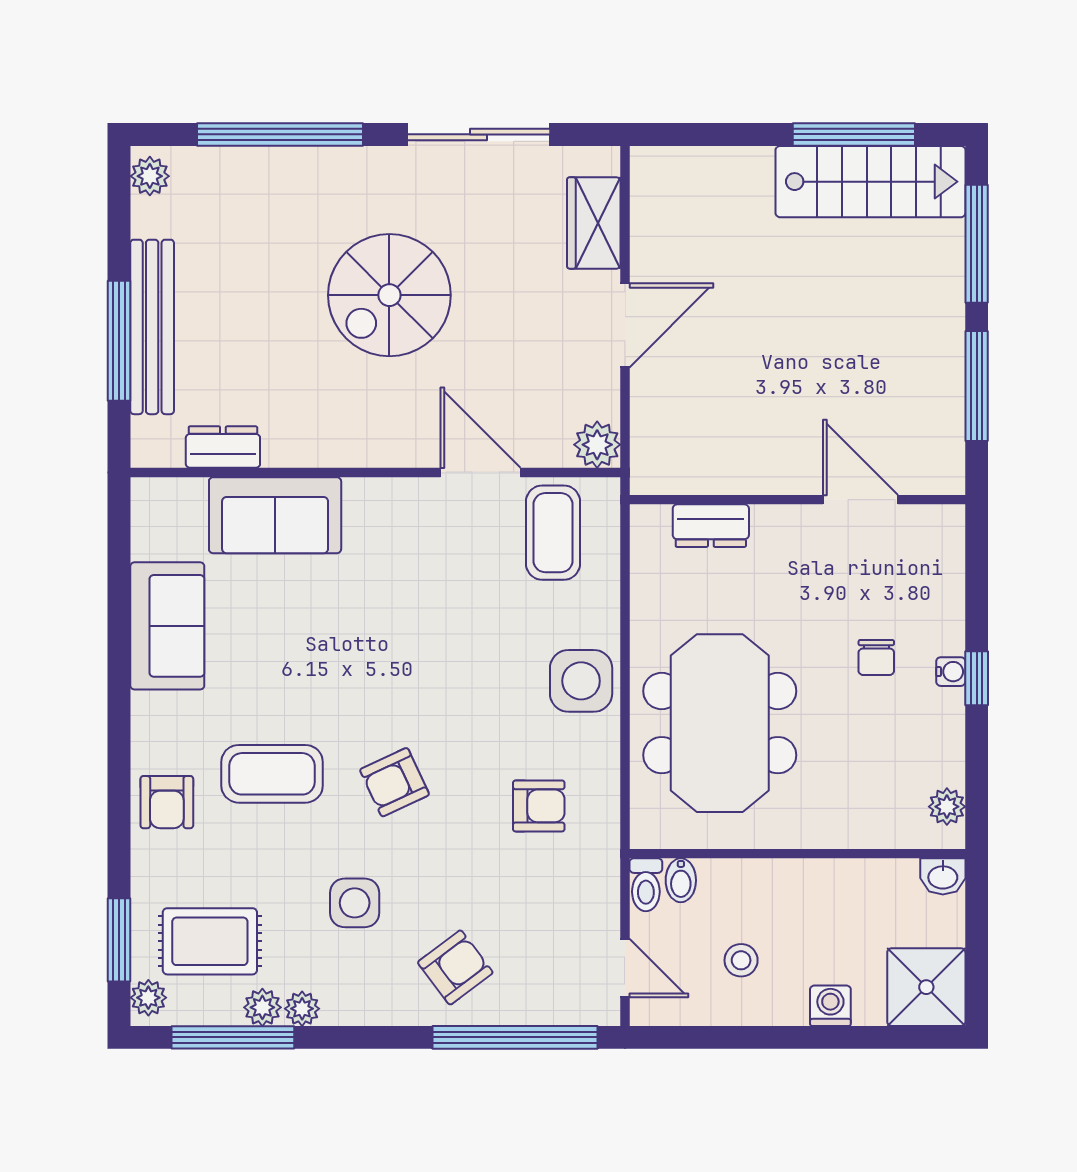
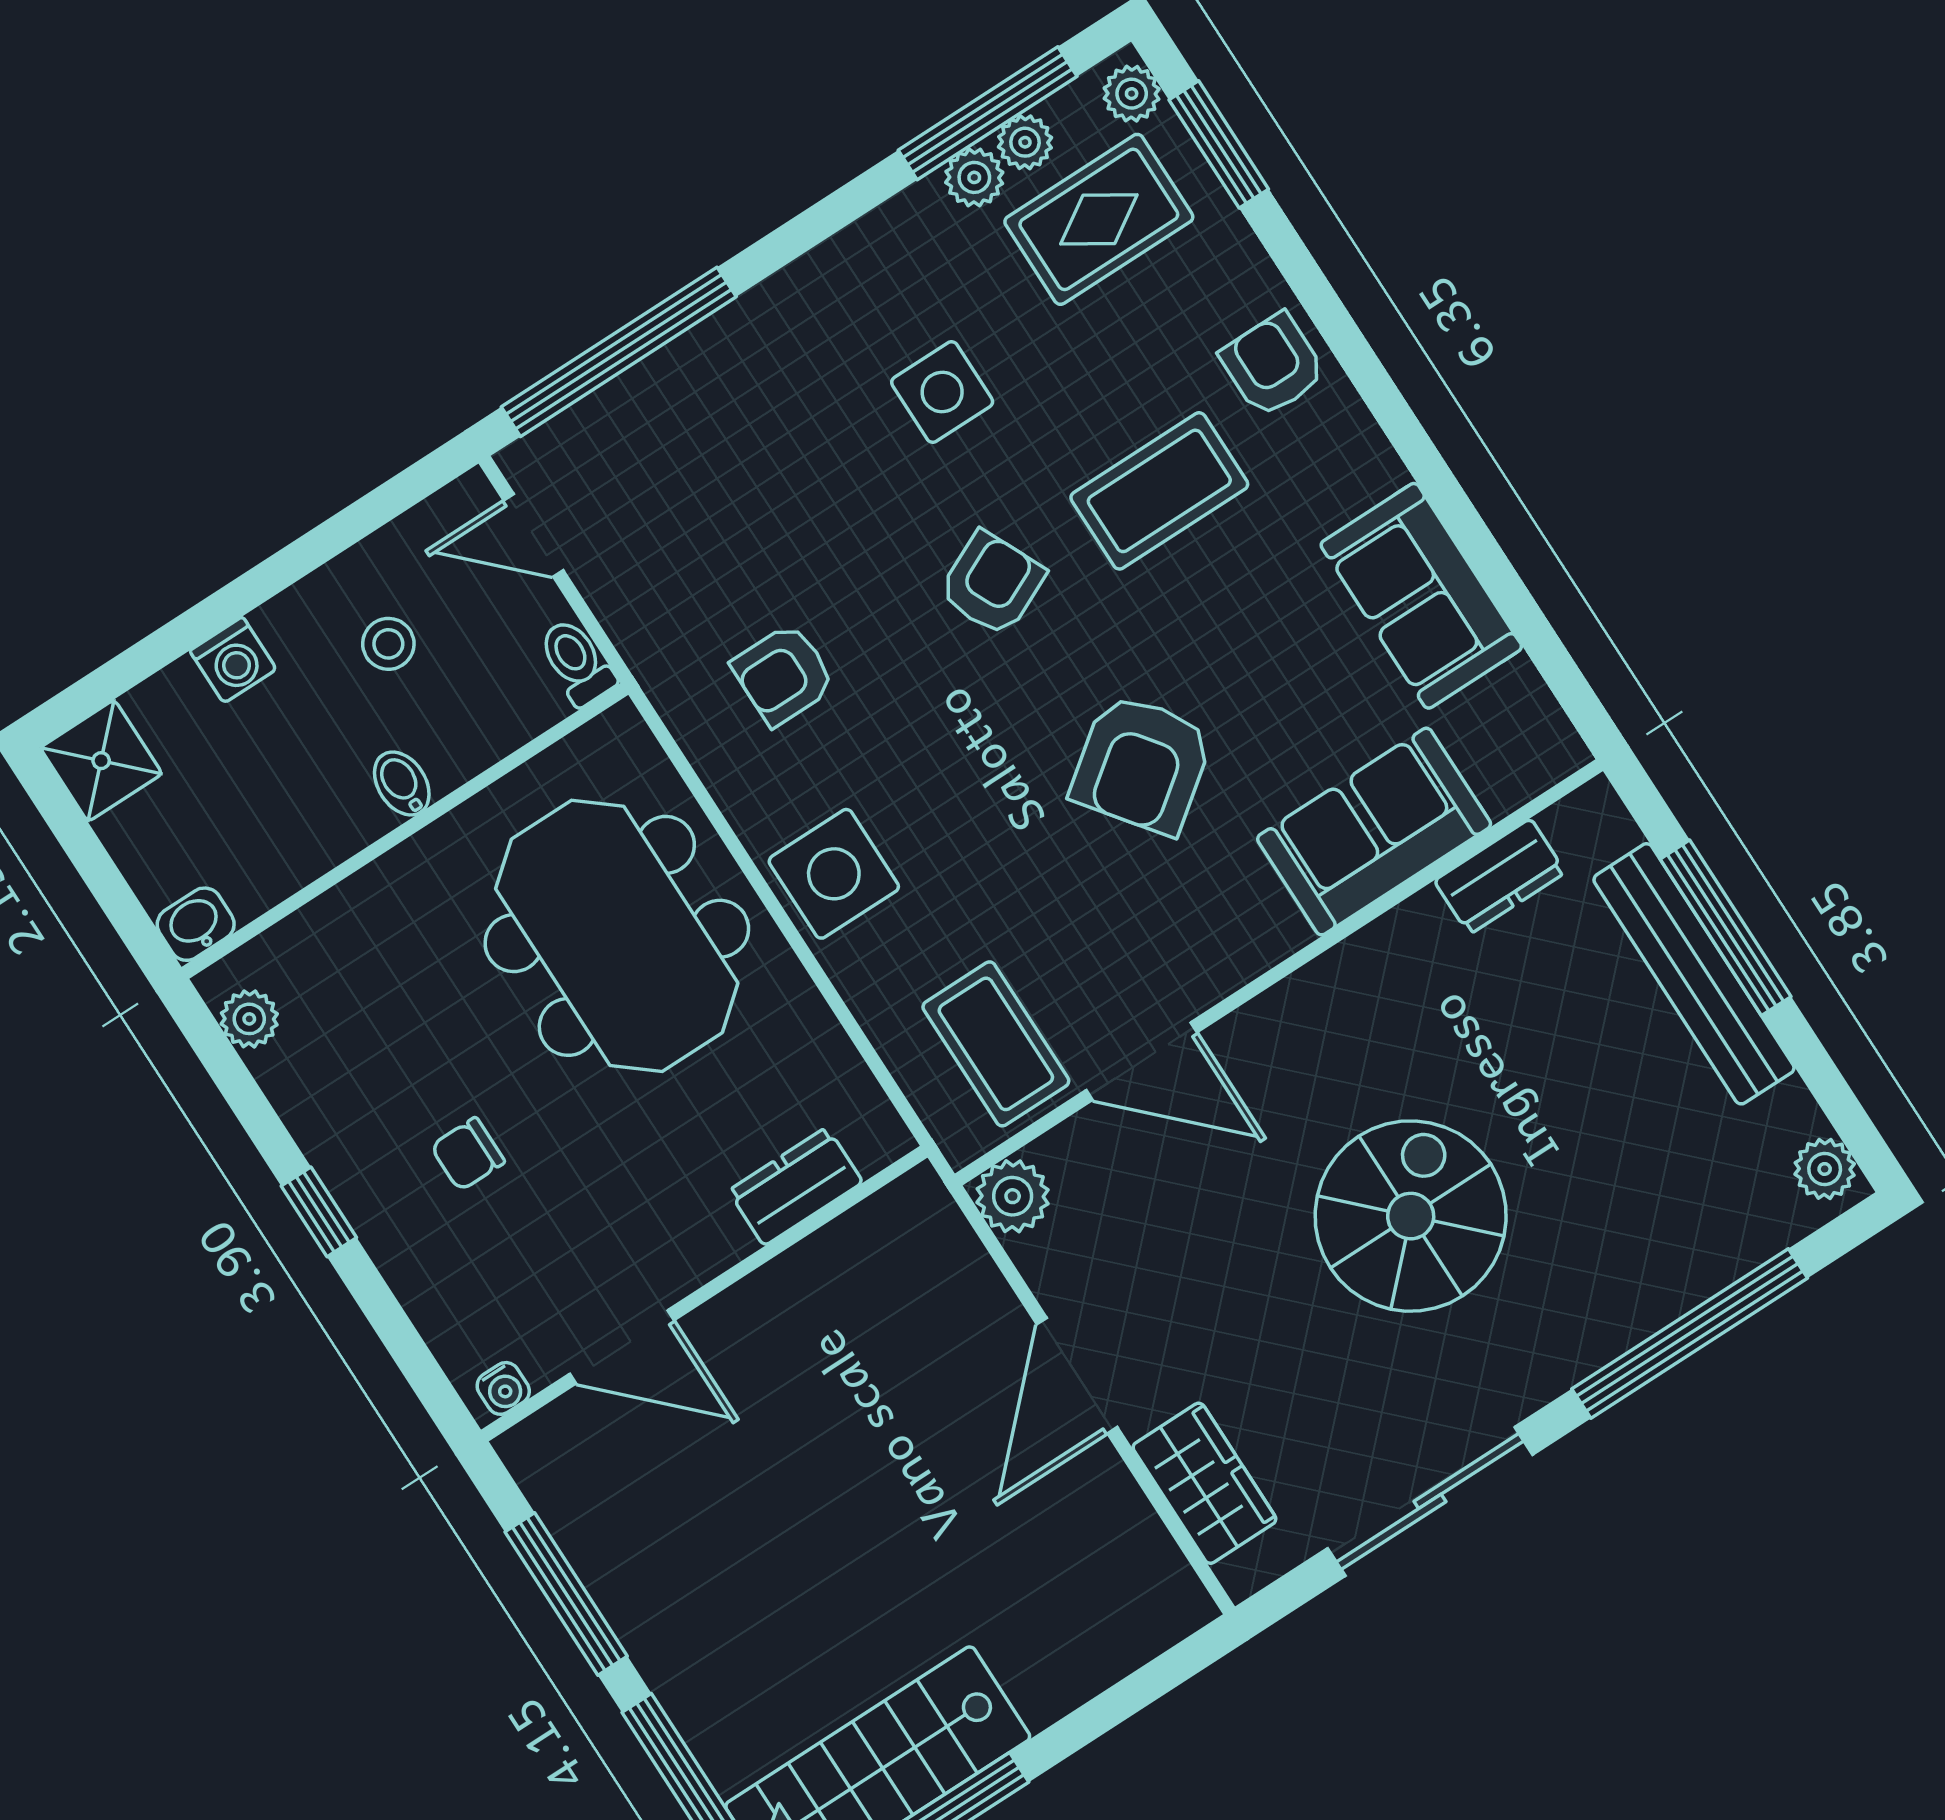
chair: (876, 657) -> (468, 1154), turned -90
water cooler: (951, 672) -> (503, 1388), moved, turned -90
bidet: (681, 880) -> (402, 784), moved
armchair: (455, 967) -> (1142, 764), moved, width x1.38, depth x1.38
shower: (926, 987) -> (101, 761), width x0.73, depth x0.73
plant: (302, 1009) -> (1025, 142), moved

